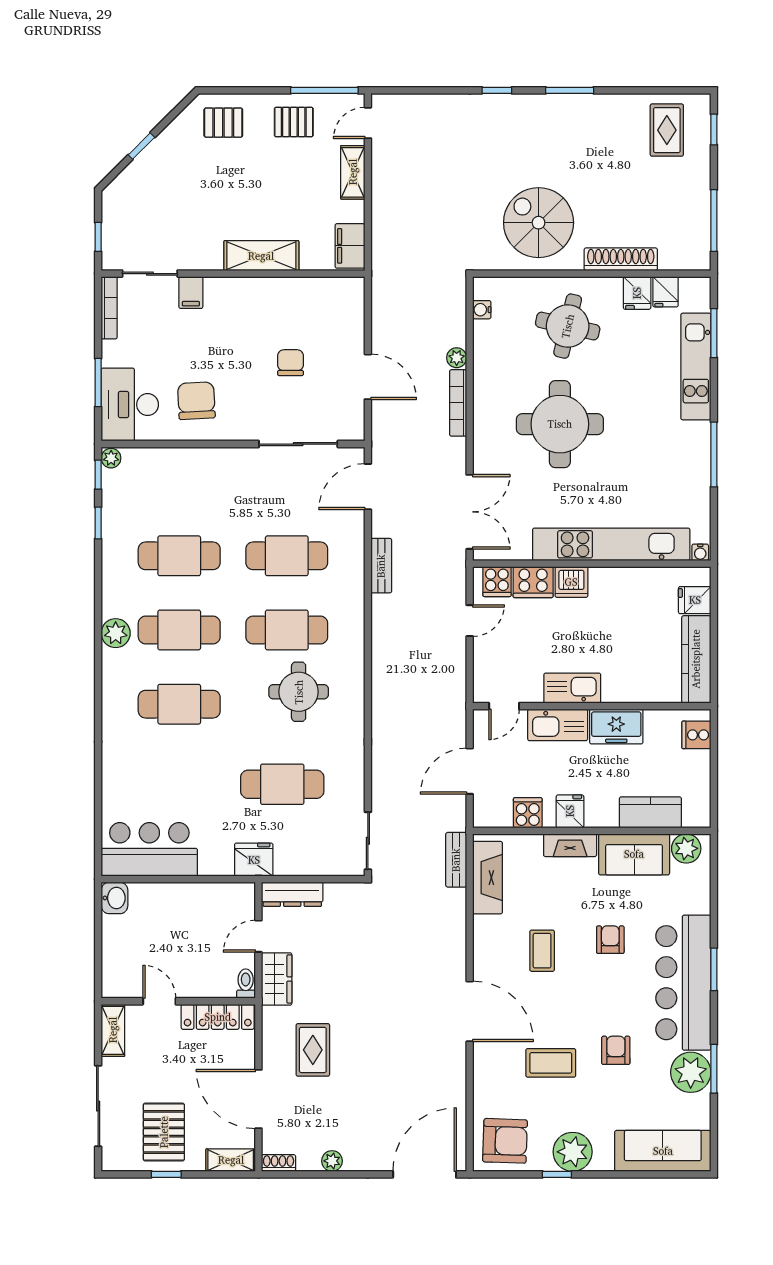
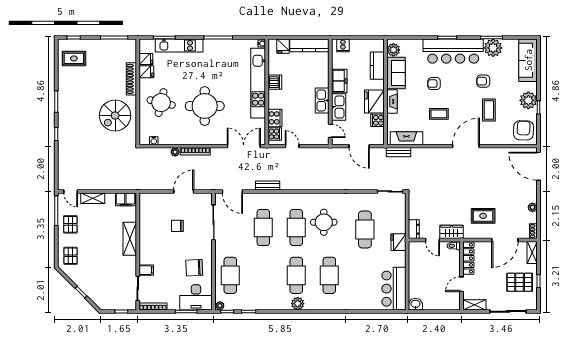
cafe table: (179, 556) -> (230, 275), moved
dishwasher: (571, 582) -> (275, 82), moved
fridge: (570, 811) -> (374, 101), width x1.88, depth x1.34
dresser: (292, 894) -> (414, 229), width x0.70

